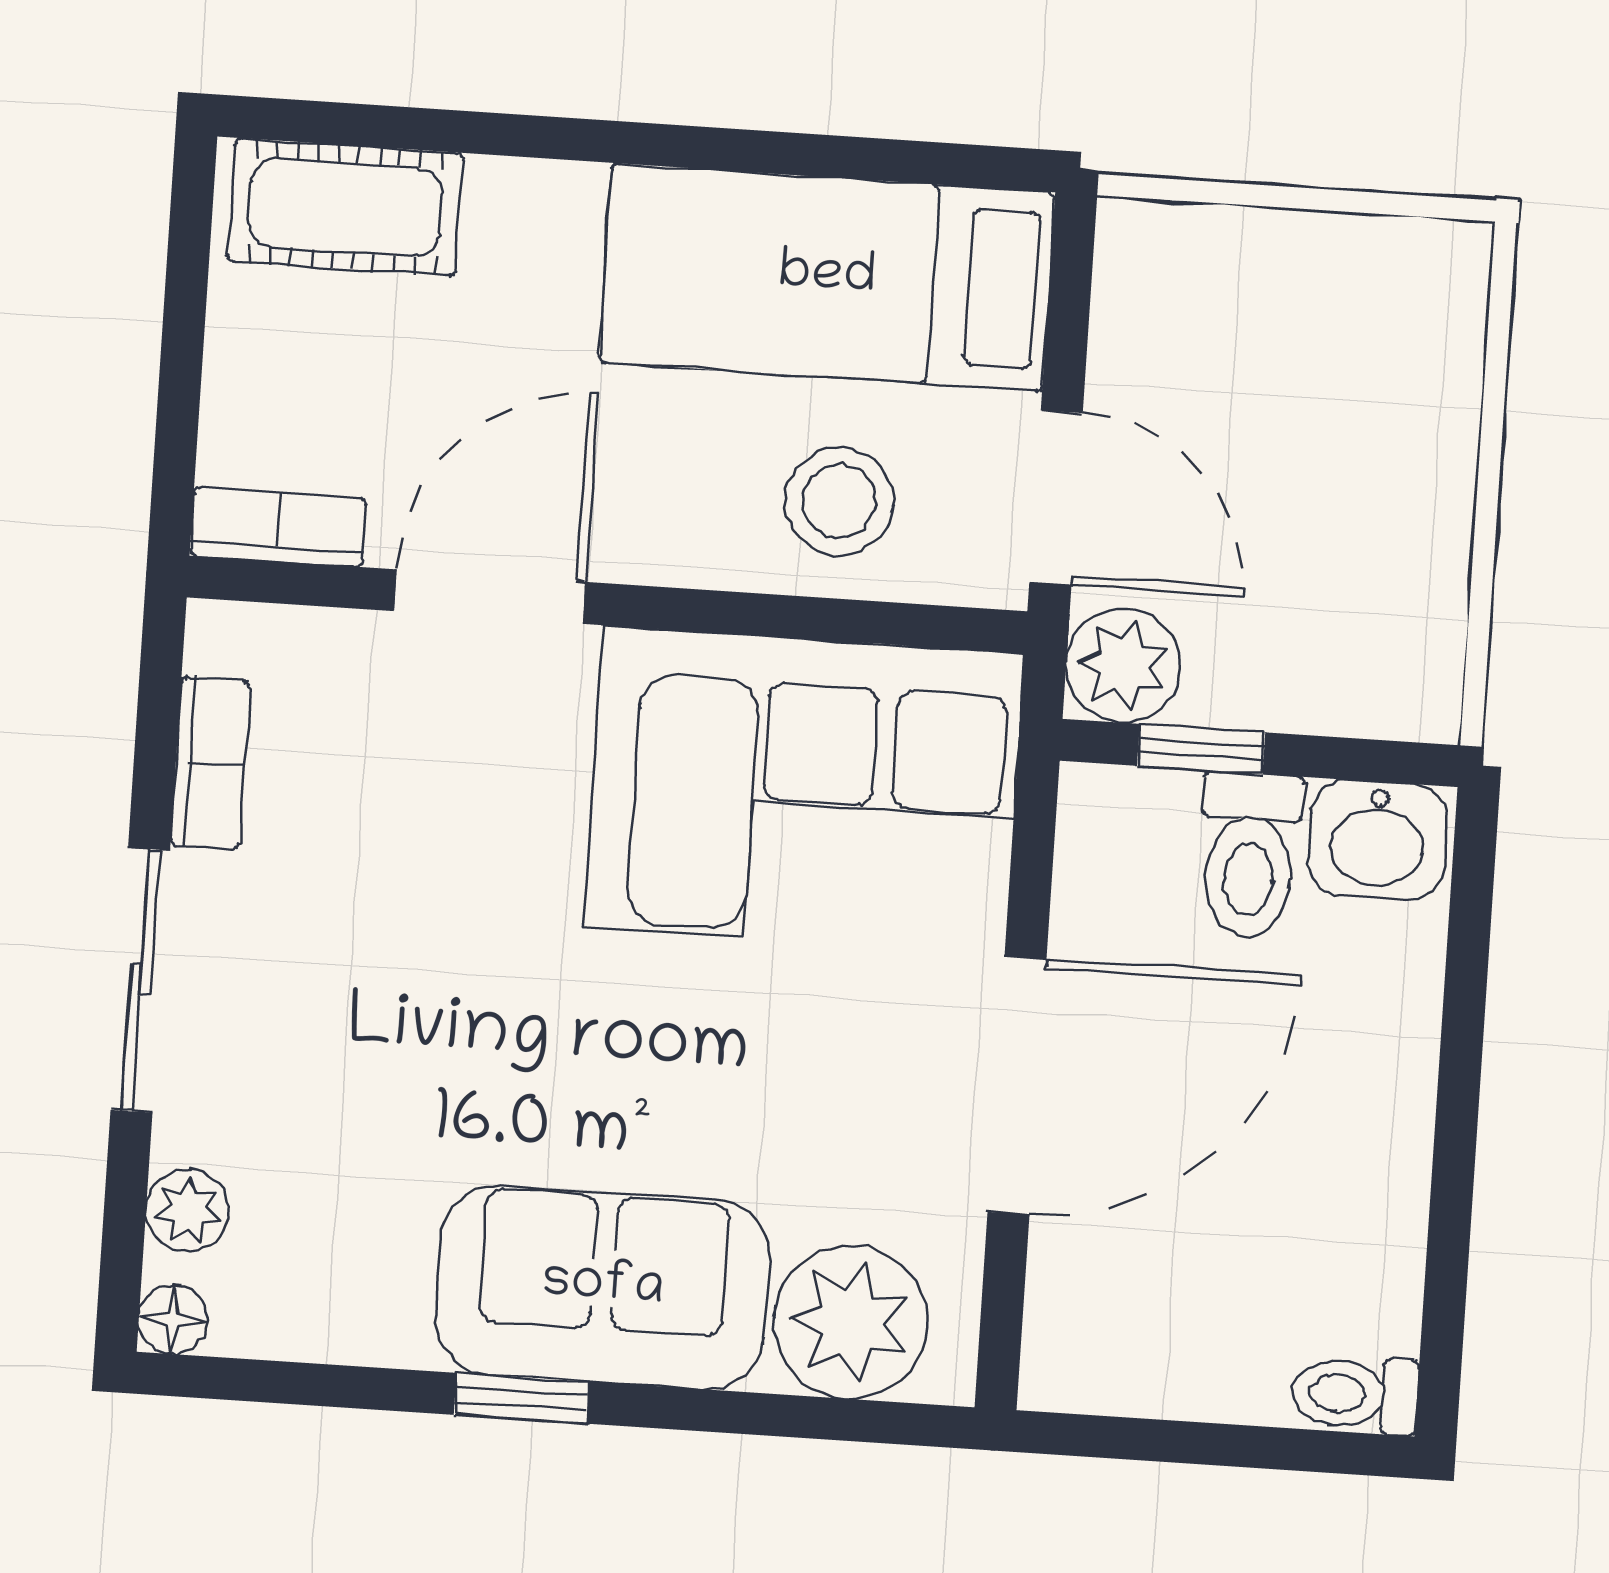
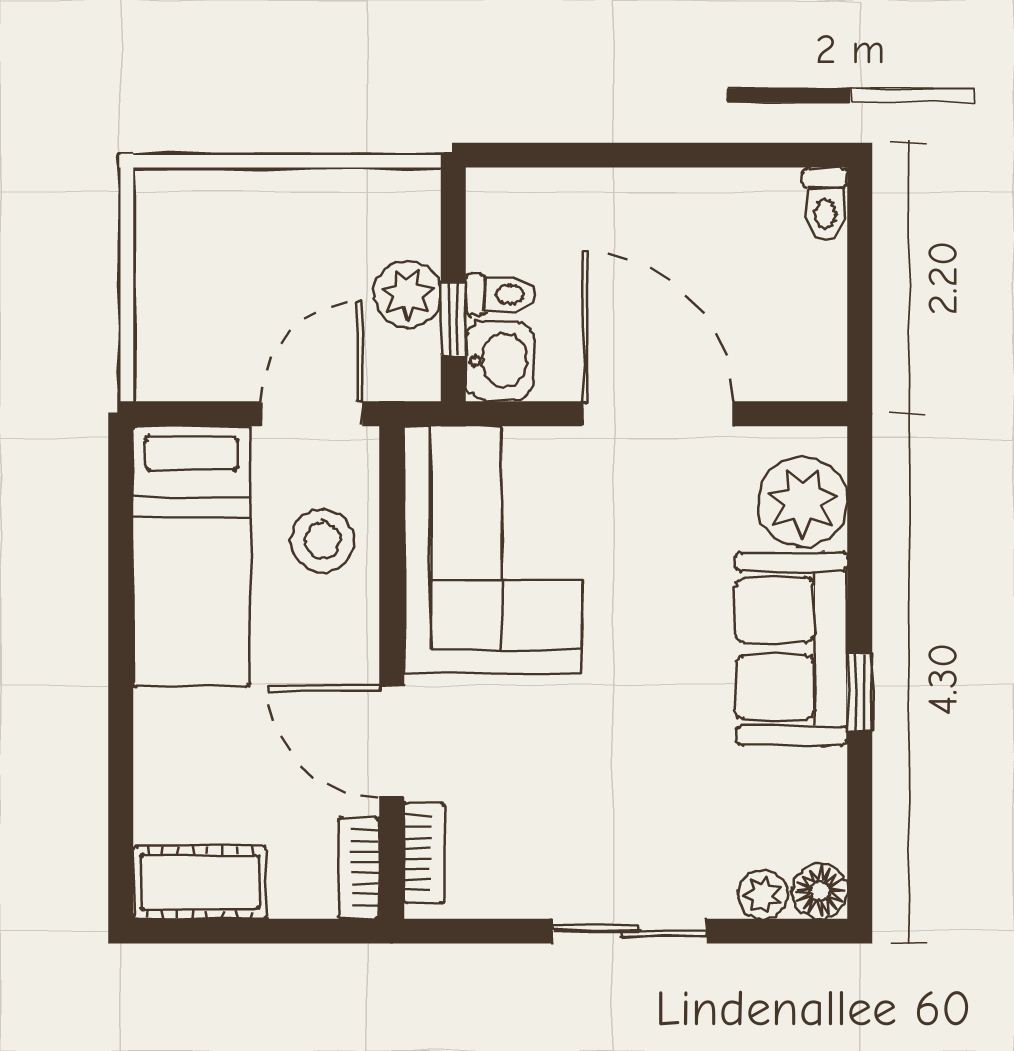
cot: (345, 207) -> (200, 882), moved, turned 90
plant: (1123, 665) -> (407, 294), moved
bookcase: (210, 763) -> (424, 853), moved, turned 90
washbasin: (1377, 840) -> (499, 361), moved
toilet: (1250, 856) -> (500, 294), width x0.73, depth x0.72
floor lamp: (173, 1320) -> (820, 891), width x1.37, depth x1.37

